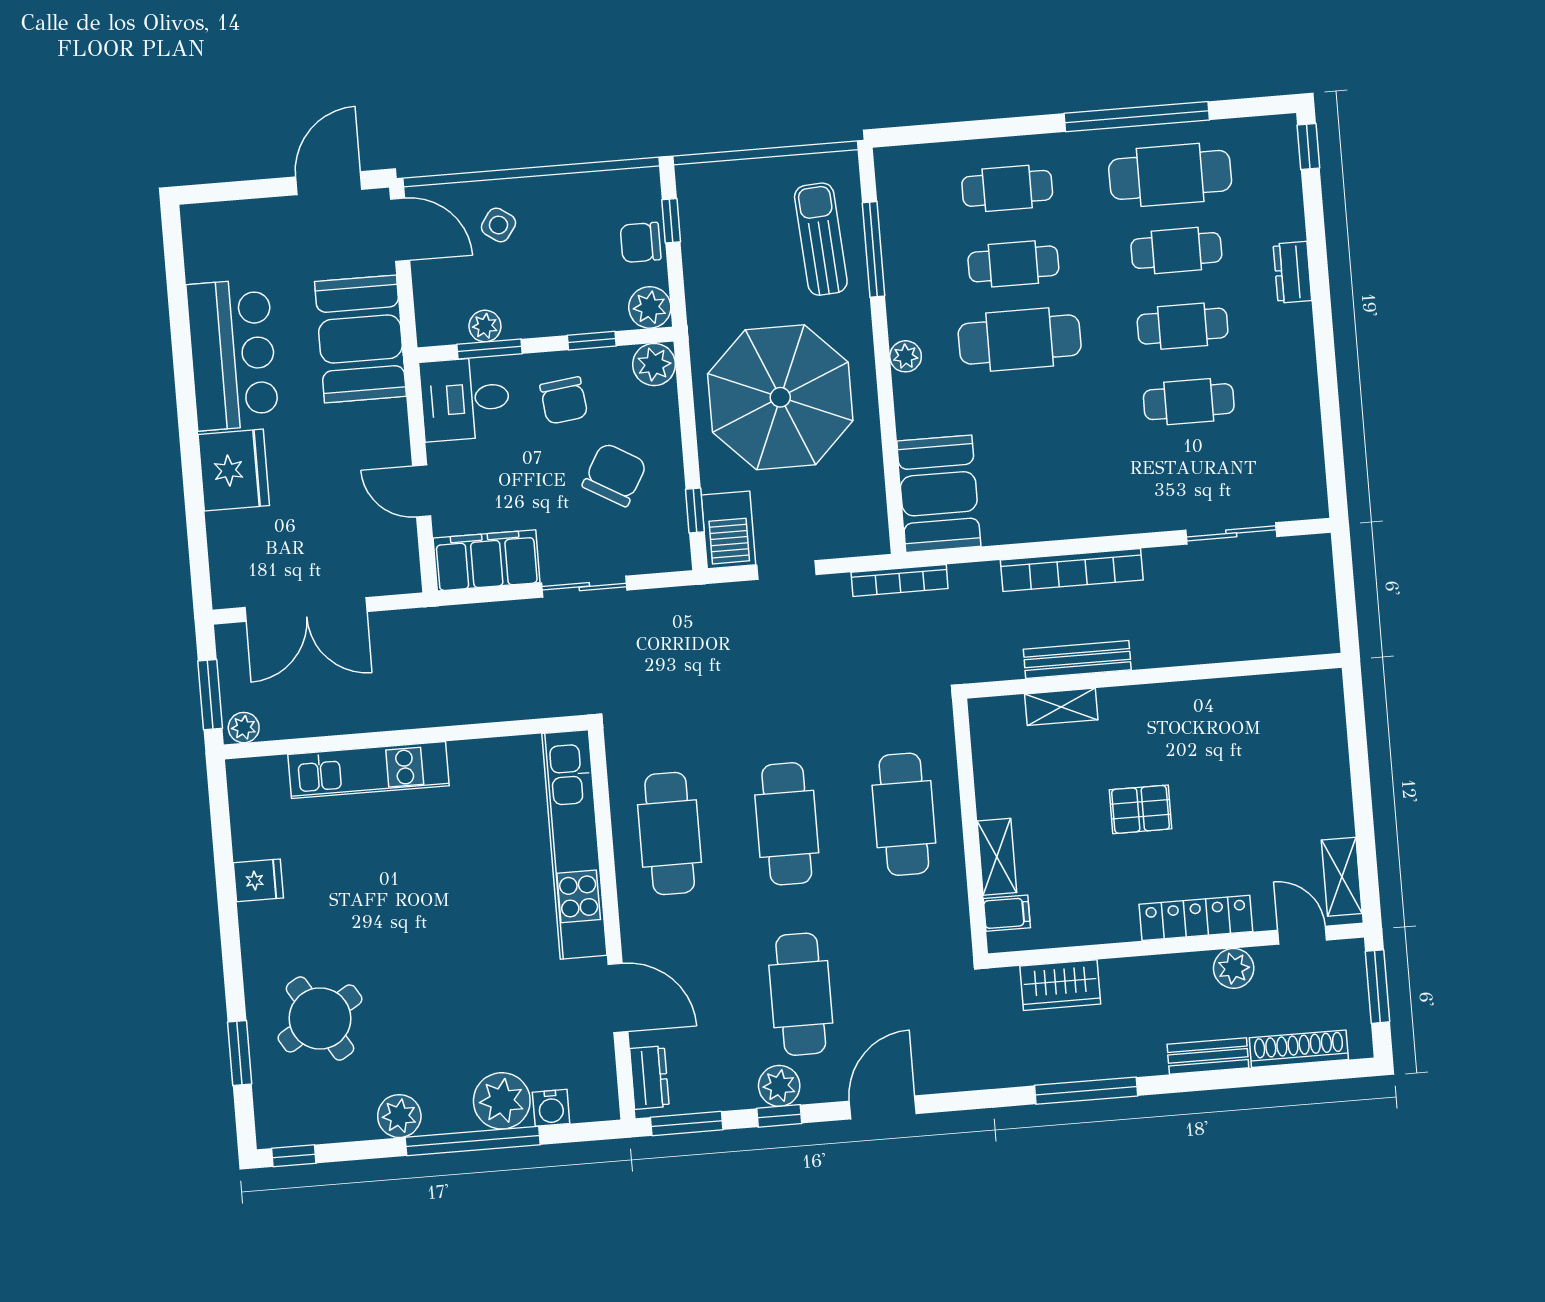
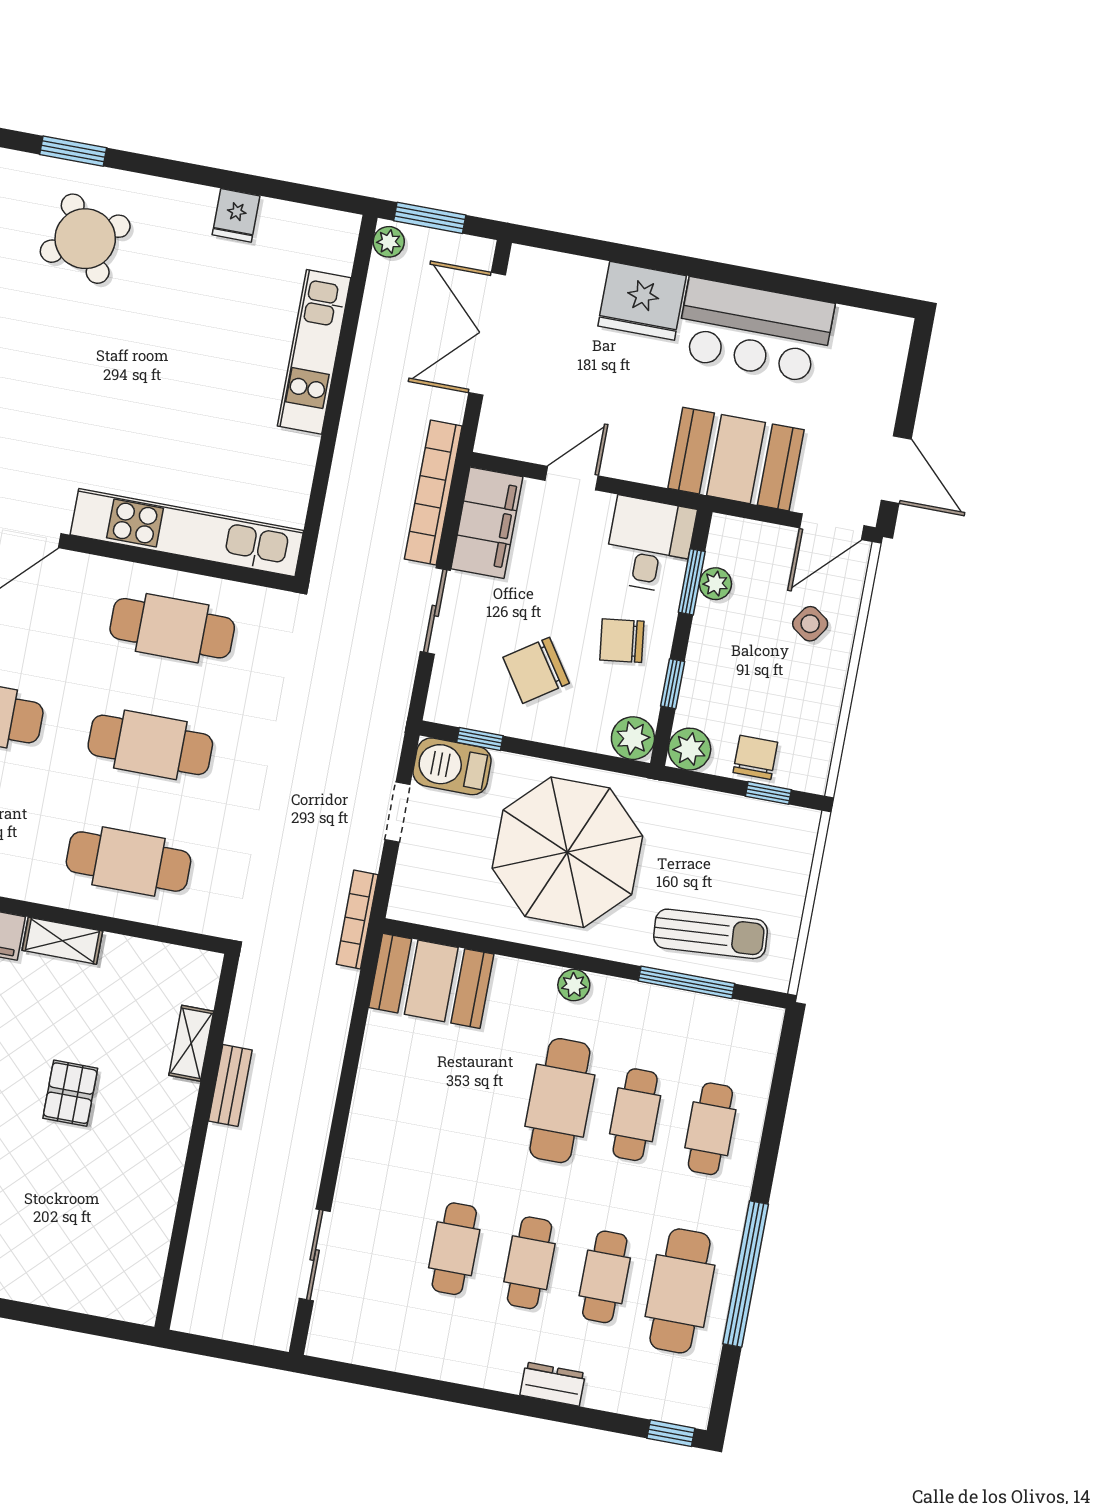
chair: (615, 475) -> (536, 670), turned 116
bookcase: (1072, 570) -> (433, 492), moved
bench: (1077, 660) -> (230, 1085), width x0.73

